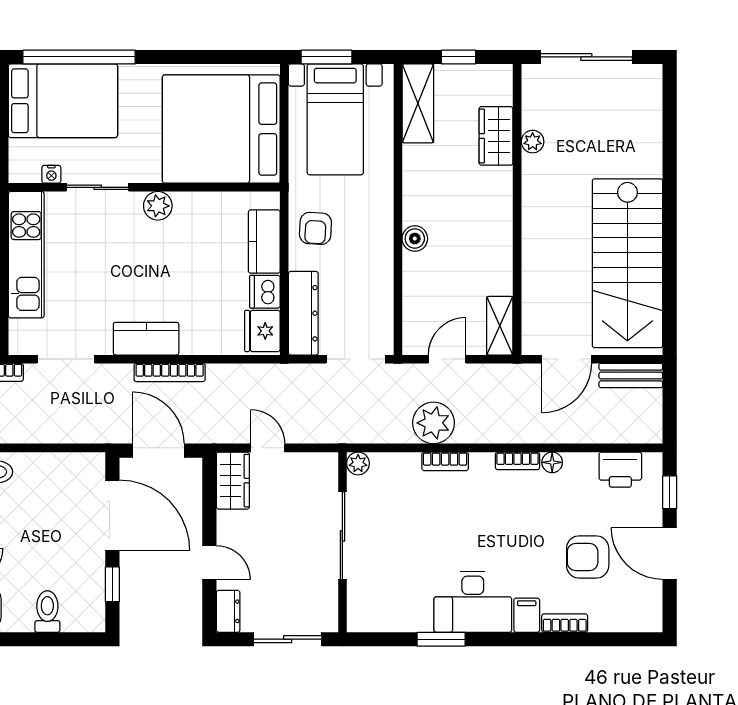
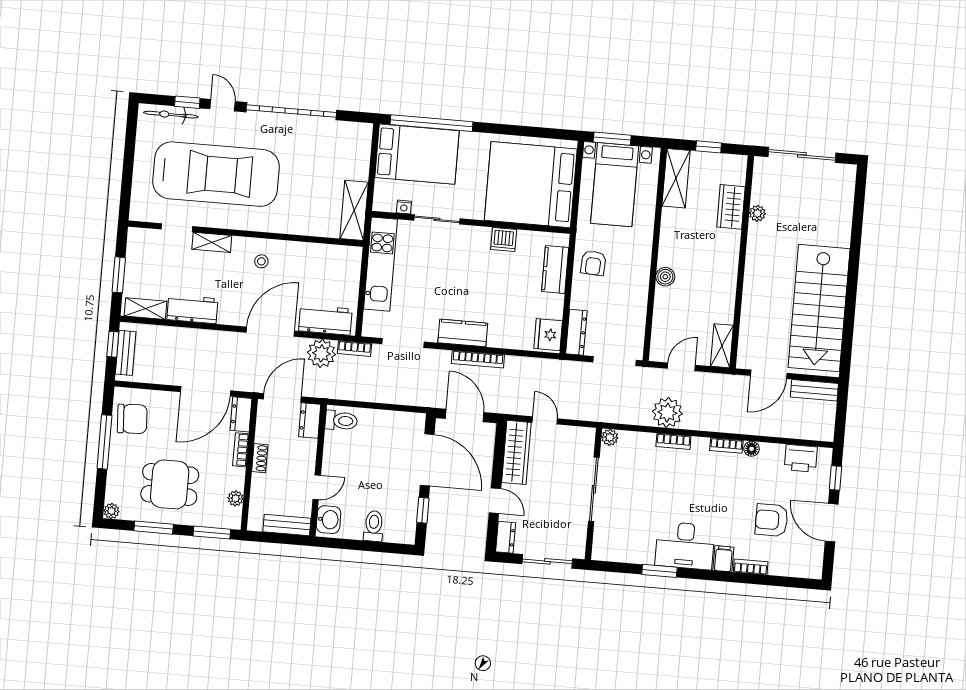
plant: (158, 206) -> (480, 237), removed
dishwasher: (265, 292) -> (504, 239), moved, turned -90
dresser: (303, 313) -> (576, 332), width x0.73, depth x0.80
wardrobe: (233, 481) -> (516, 452), width x1.50

